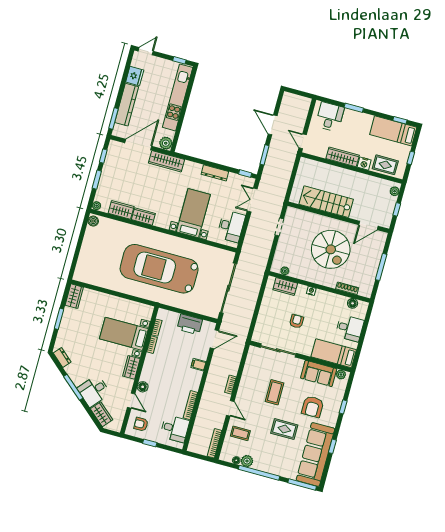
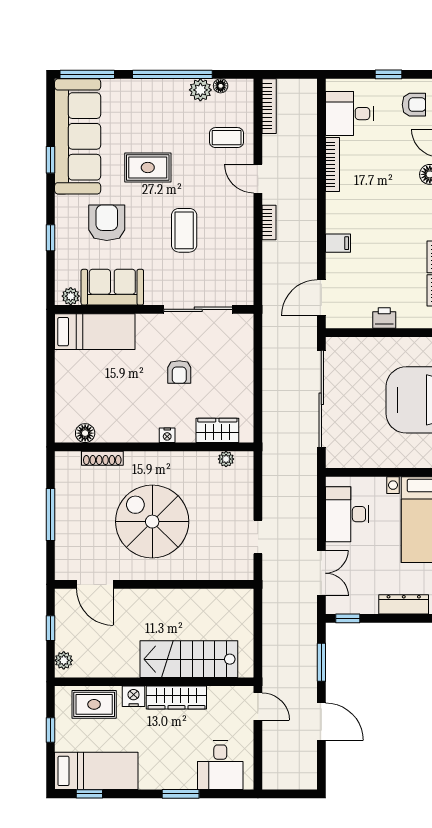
stairs: (326, 202) -> (189, 659), moved, turned 180
door: (368, 225) -> (95, 584), swing flipped
printer: (190, 324) -> (384, 318), width x0.53, depth x0.68
desk: (350, 328) -> (78, 386), removed

